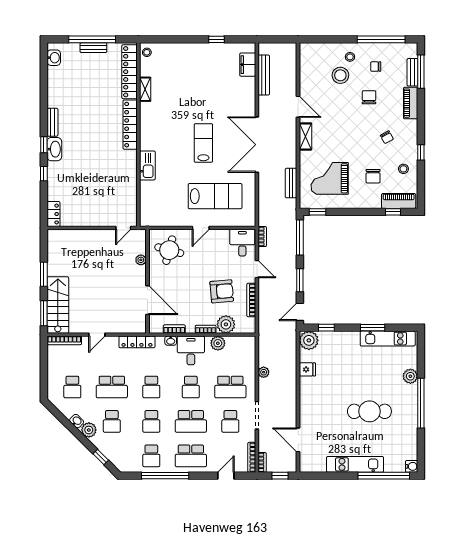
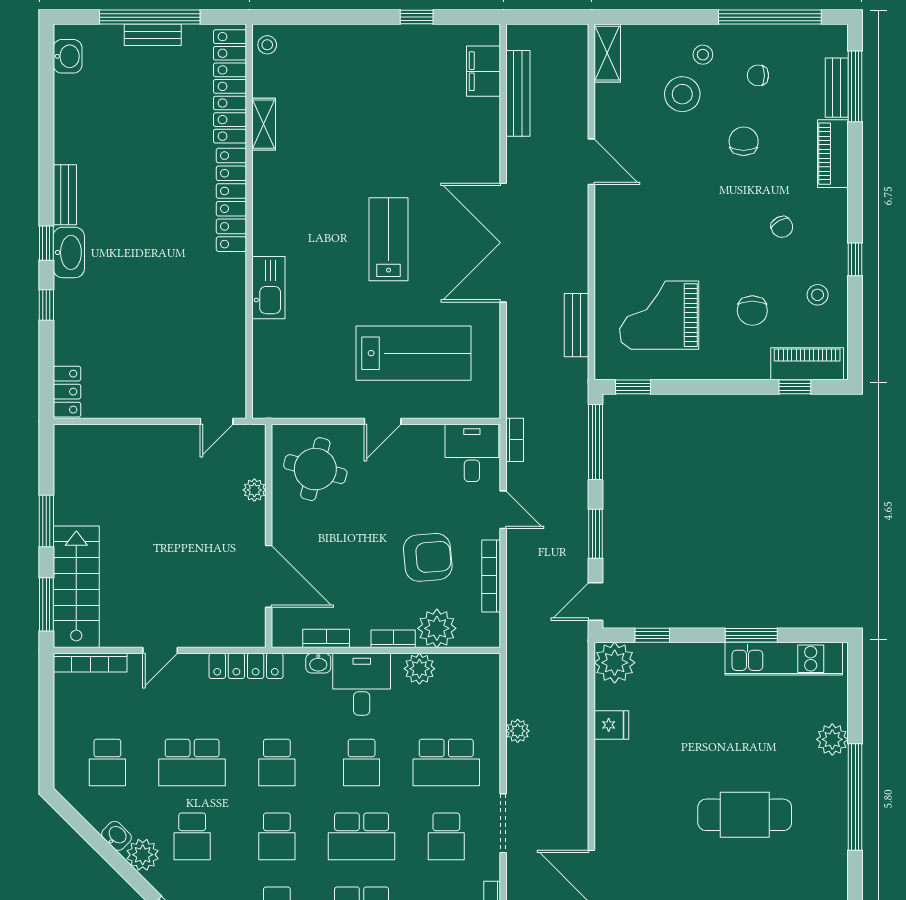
shelving: (305, 136) -> (607, 53), moved

